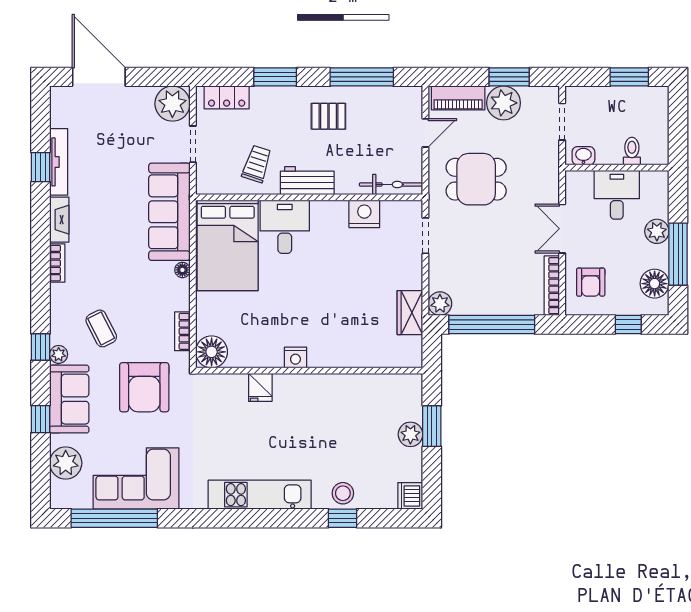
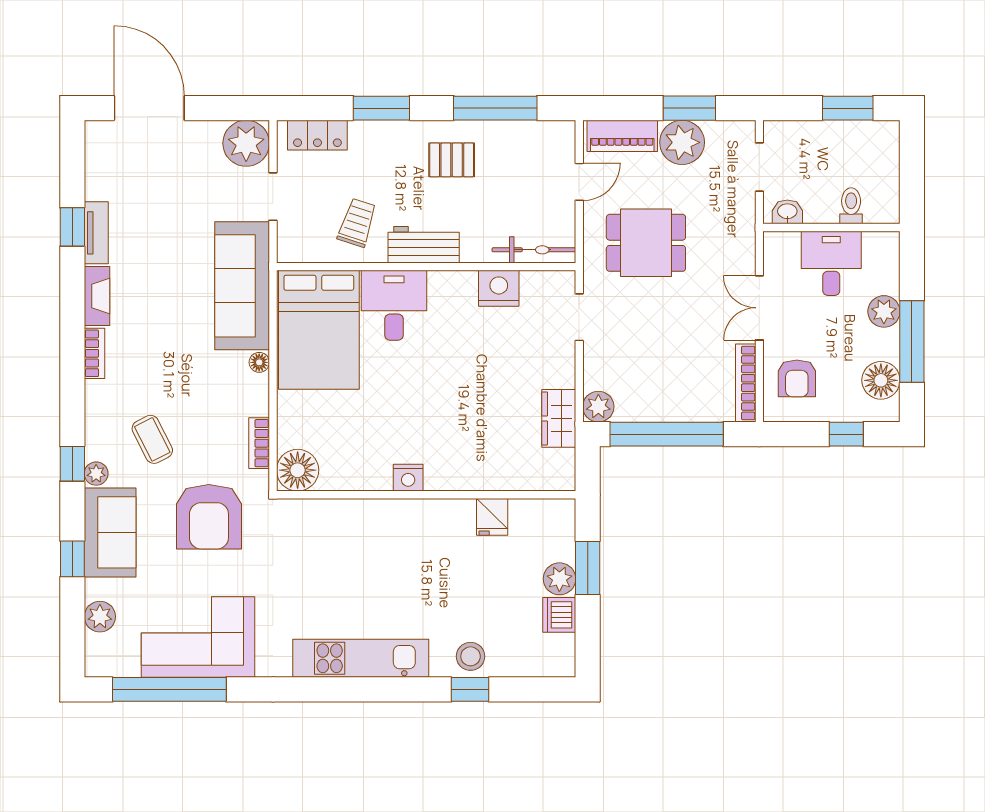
tv unit: (59, 162) -> (96, 233), width x0.71
fridge: (260, 387) -> (492, 517), moved
plant: (66, 463) -> (100, 617), width x0.73, depth x0.73
dishwasher: (410, 496) -> (559, 615), moved

